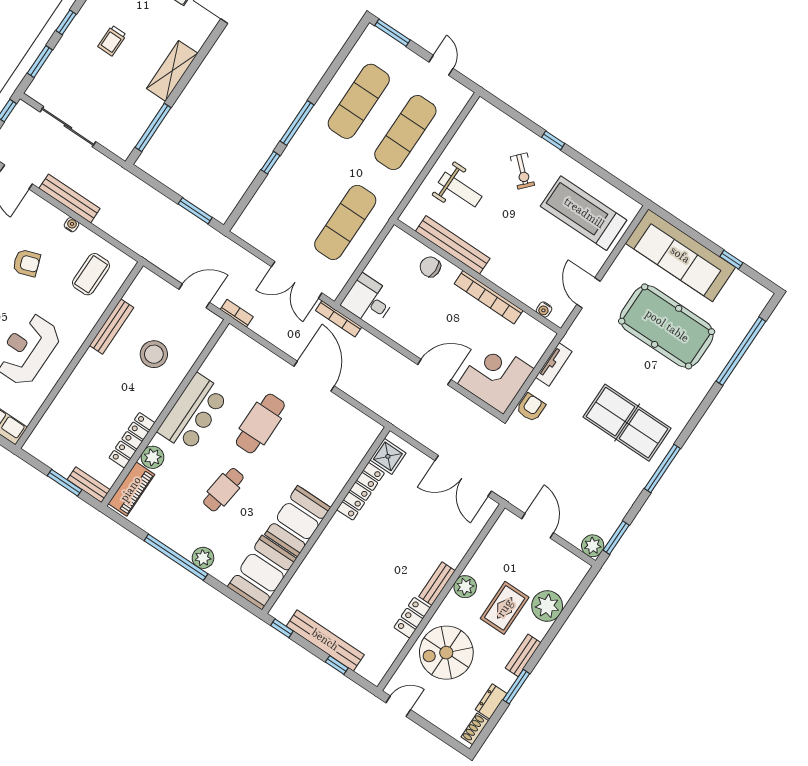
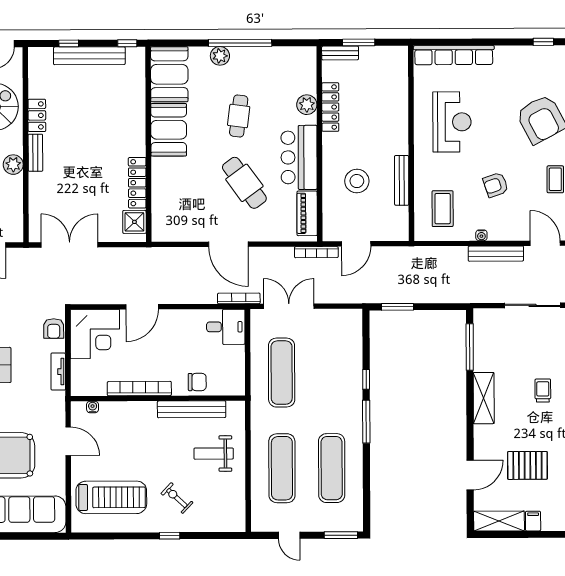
bookcase: (237, 313) -> (316, 252), width x1.56
cafe table: (260, 424) -> (244, 183), turned -36
piano: (131, 489) -> (307, 213), moved

